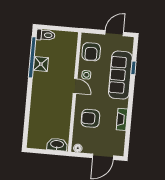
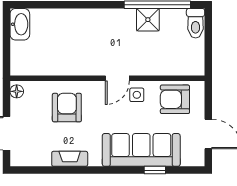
washbasin: (57, 144) -> (20, 24), moved

